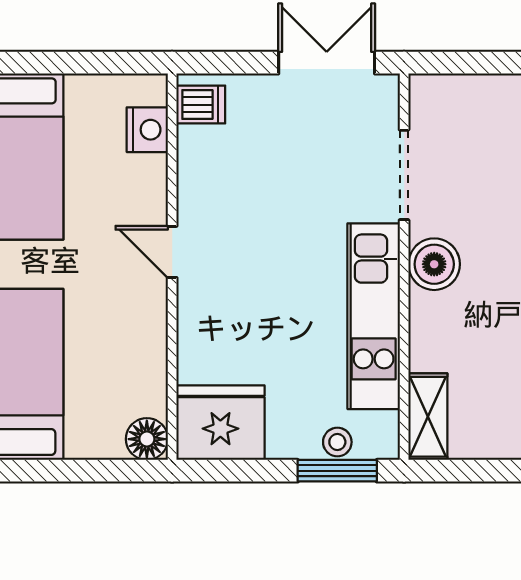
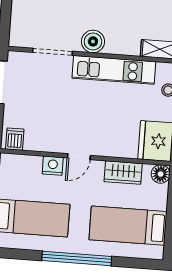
nightstand: (147, 130) -> (53, 166), moved
wardrobe: (144, 354) -> (123, 173), added

